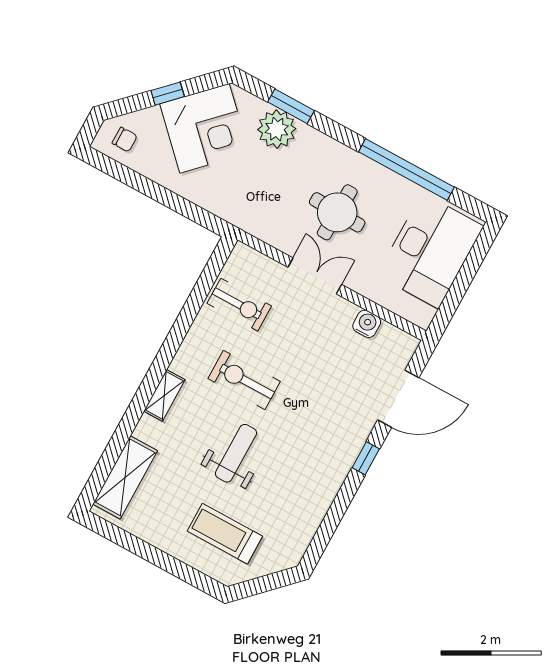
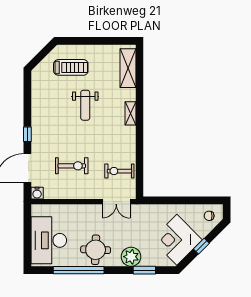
plant: (277, 129) -> (131, 257), moved
round table: (337, 212) -> (96, 250), moved
double door: (315, 276) -> (116, 202), moved
water cooler: (367, 324) -> (37, 193), moved
exercise bike: (244, 380) -> (72, 166), moved

